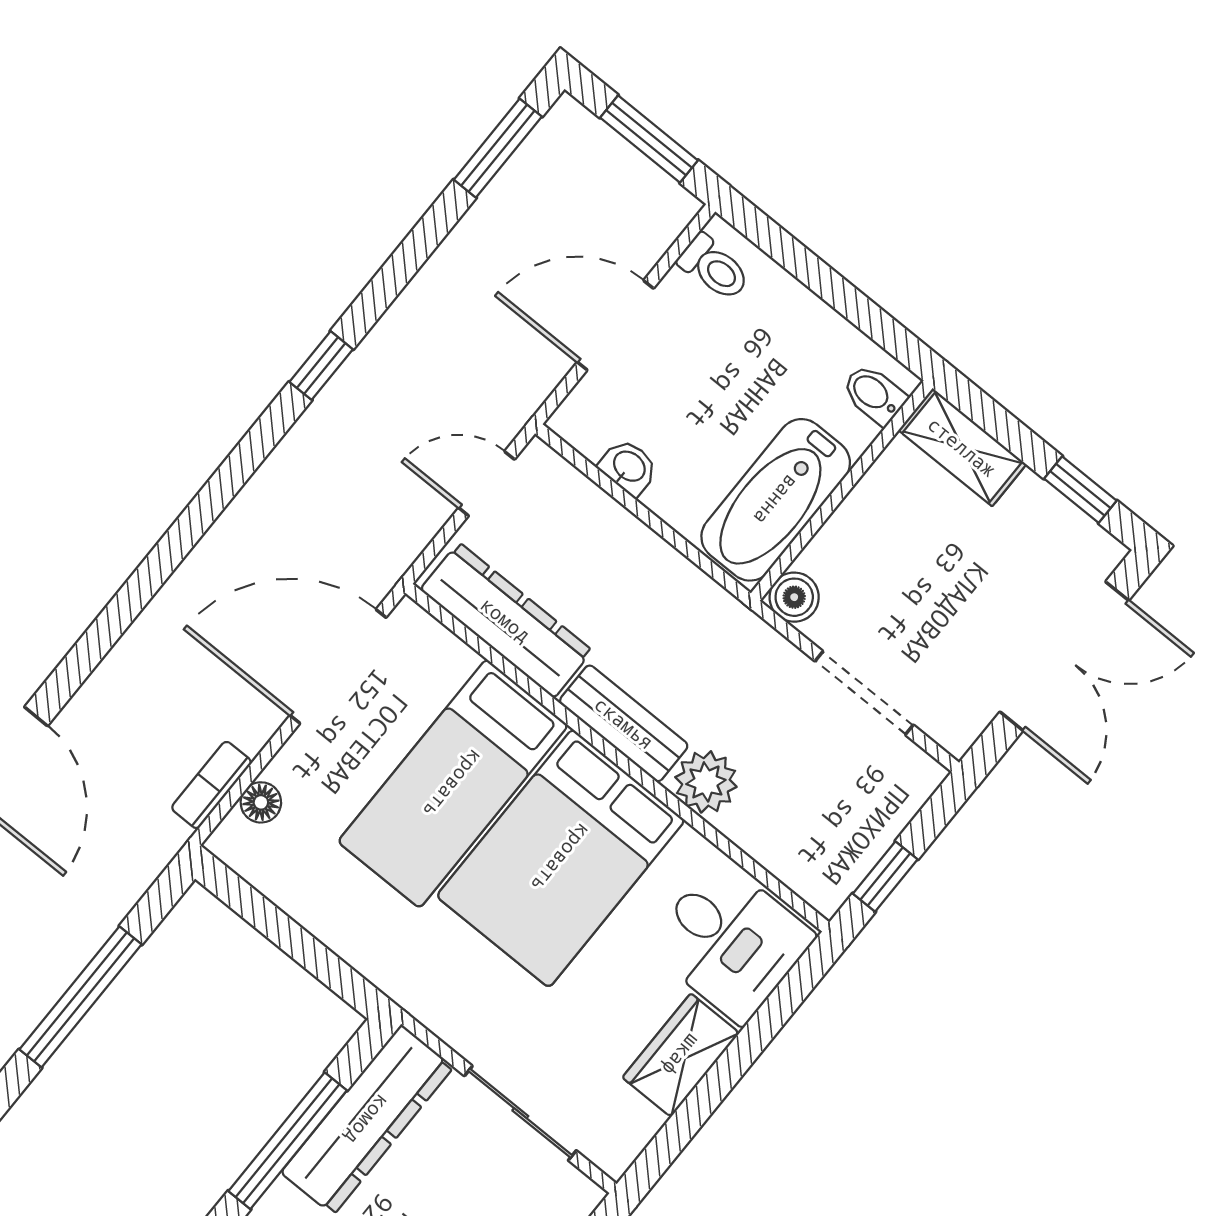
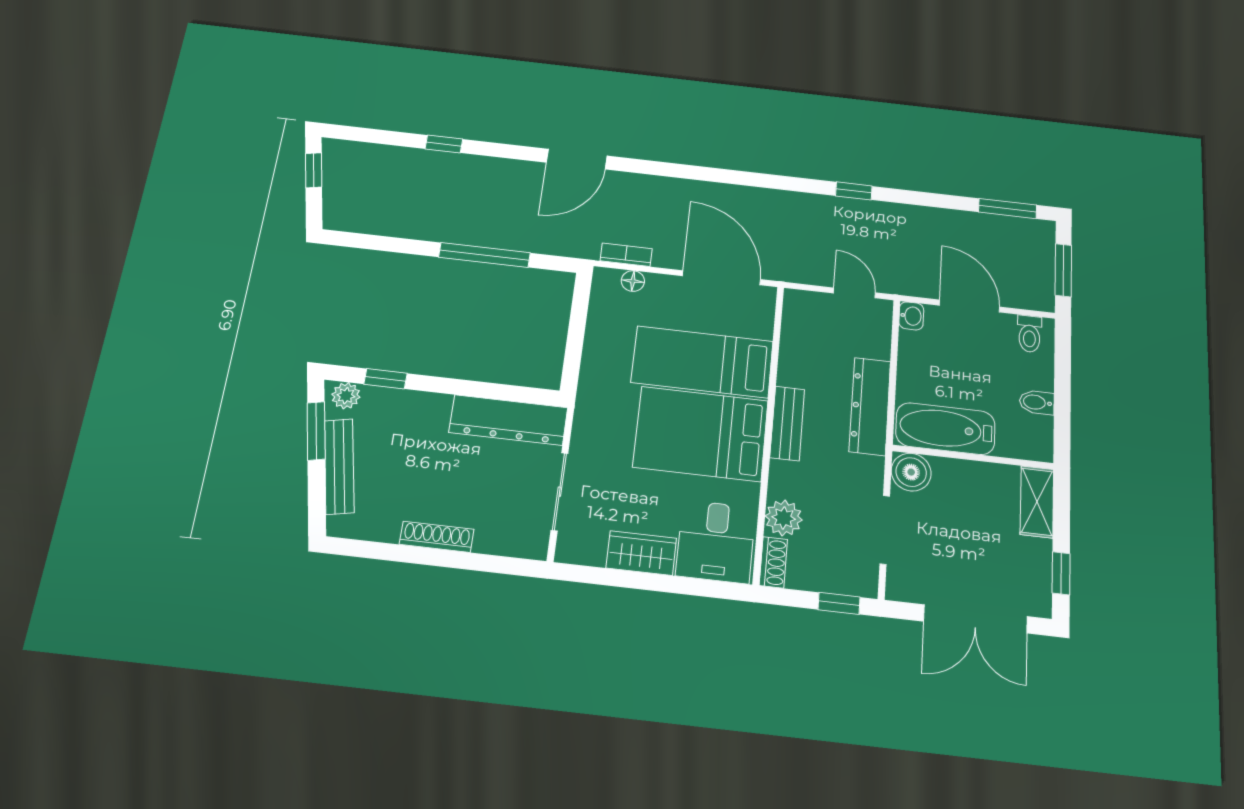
bidet: (874, 394) -> (1037, 402), moved, turned -90
washbasin: (629, 467) -> (911, 316), moved
boiler: (794, 597) -> (911, 472), width x1.36, depth x1.36
dresser: (506, 620) -> (870, 406), moved, turned 180
plant: (706, 782) -> (784, 518), moved
window: (885, 876) -> (839, 603), moved
shoe rack: (810, 881) -> (773, 562), added
window: (288, 1141) -> (473, 389), removed

